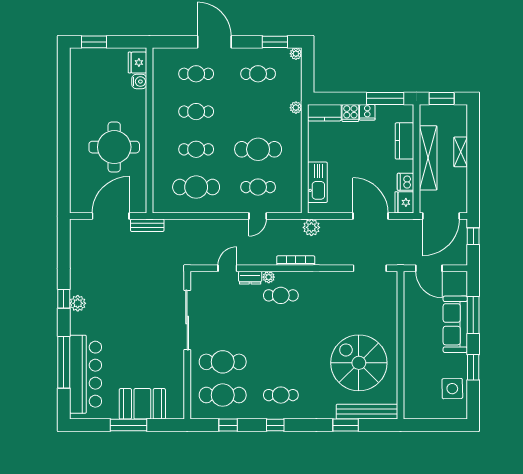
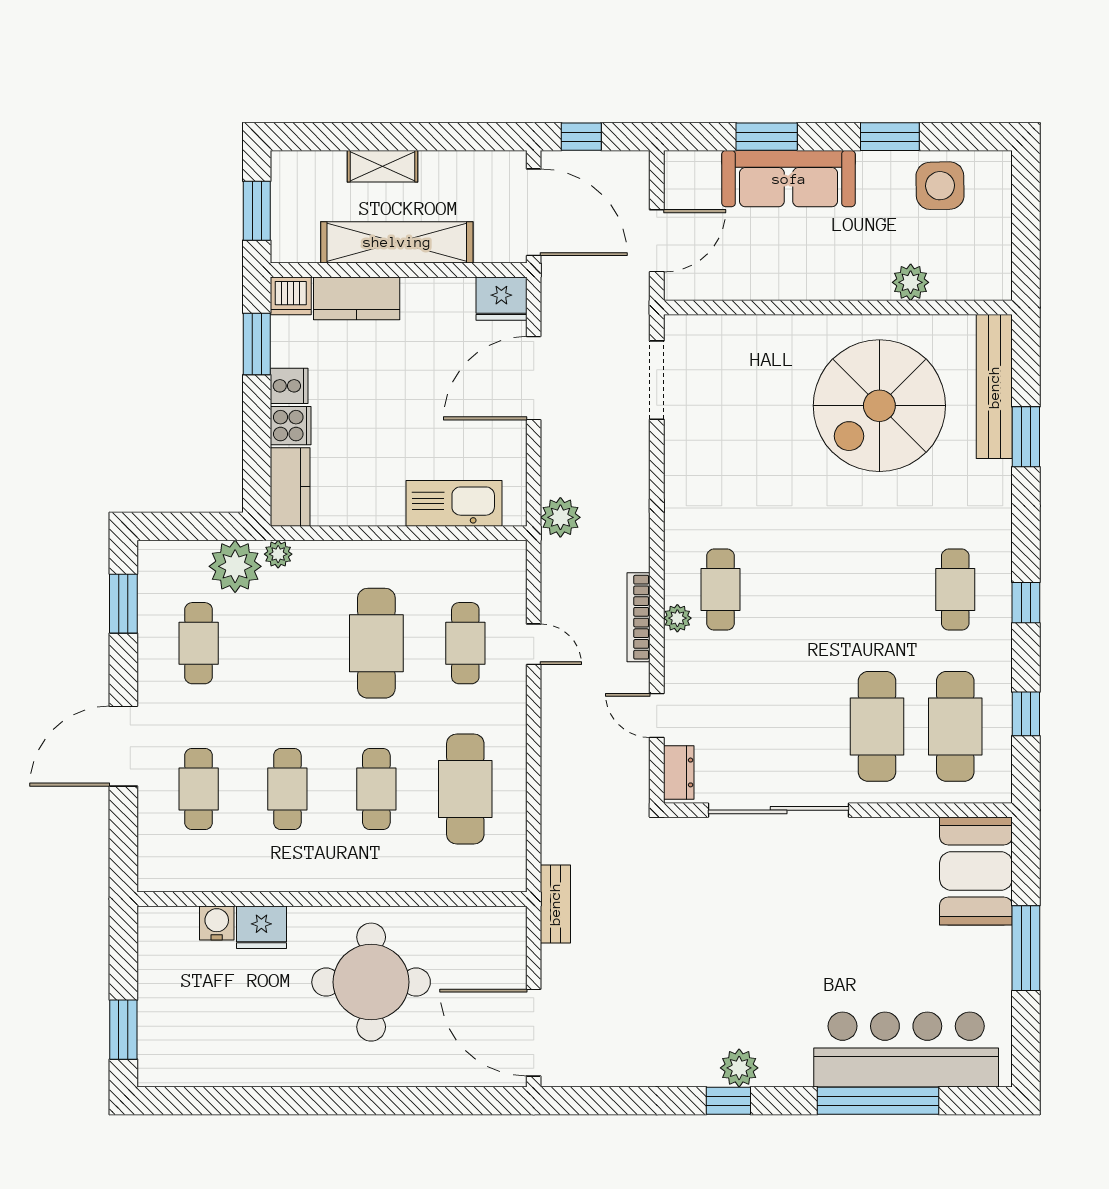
plant: (296, 54) -> (235, 566), moved, width x1.88, depth x1.88
fridge: (137, 63) -> (261, 927), moved
window: (385, 98) -> (257, 344), width x0.69
dishwasher: (406, 182) -> (291, 296), moved
door: (111, 216) -> (534, 1033), moved
bookcase: (296, 261) -> (638, 617), moved
dresser: (250, 278) -> (679, 772), moved
window: (473, 315) -> (767, 137), width x0.69
plant: (411, 376) -> (911, 282), added
booth: (142, 404) -> (976, 871), moved

